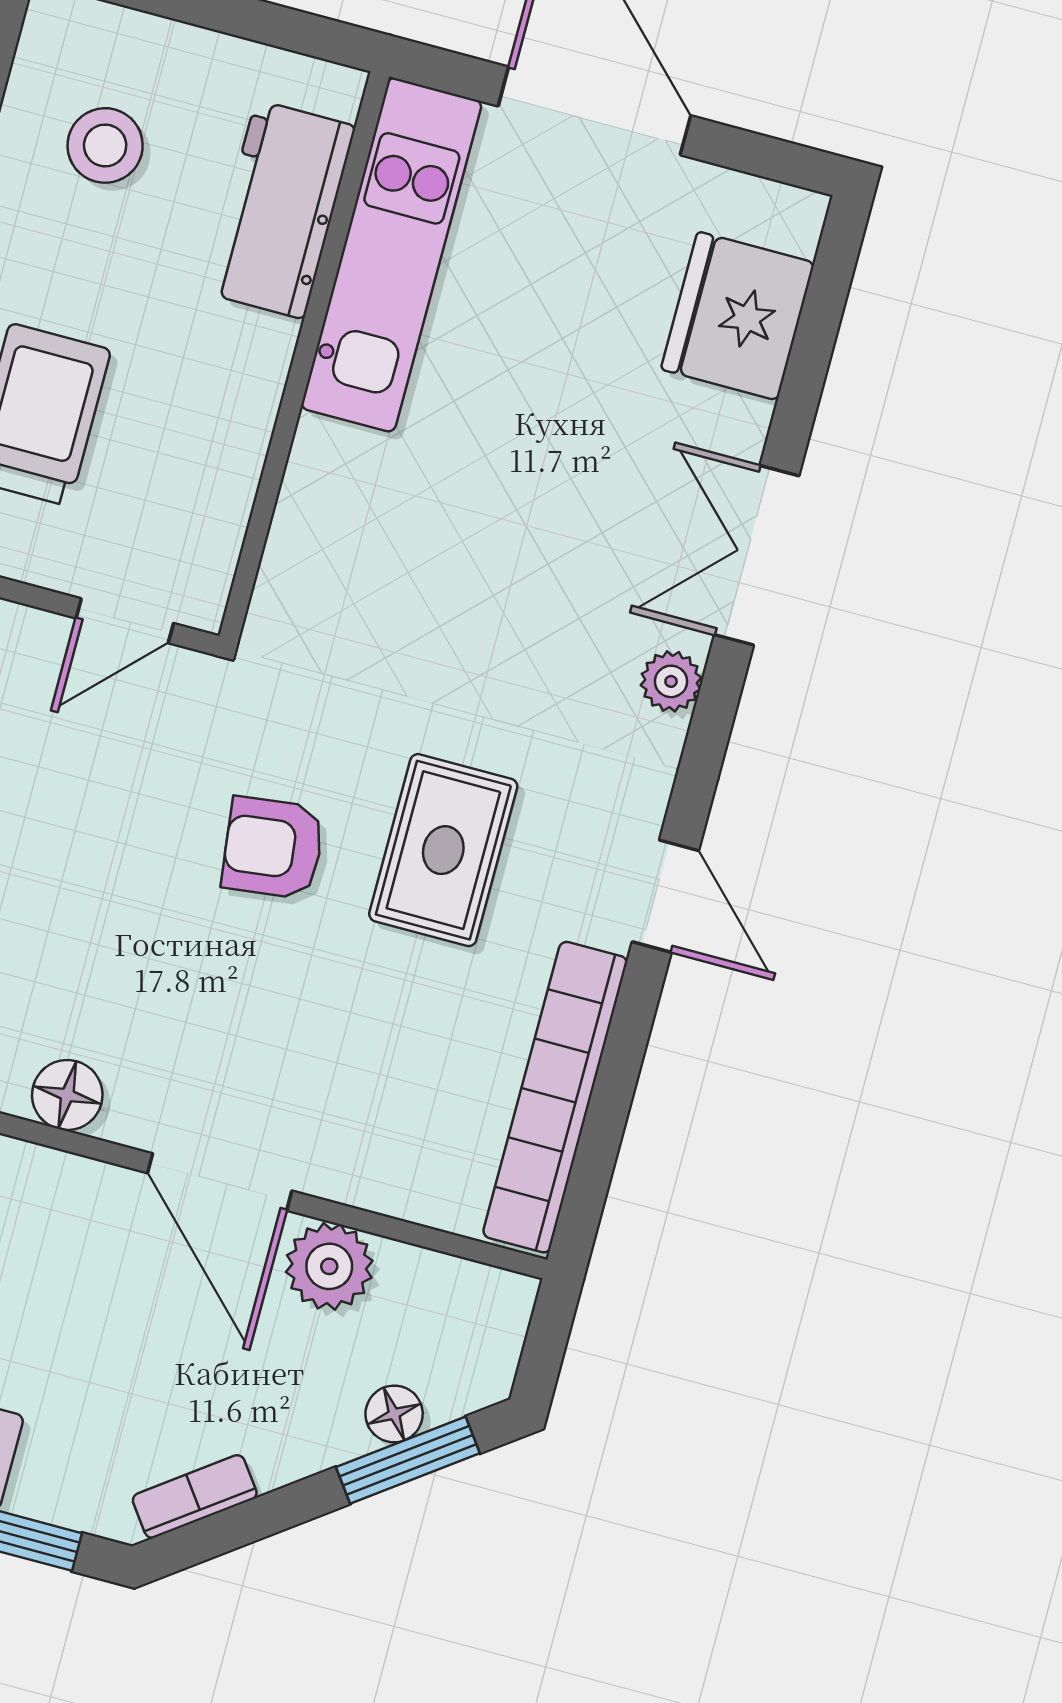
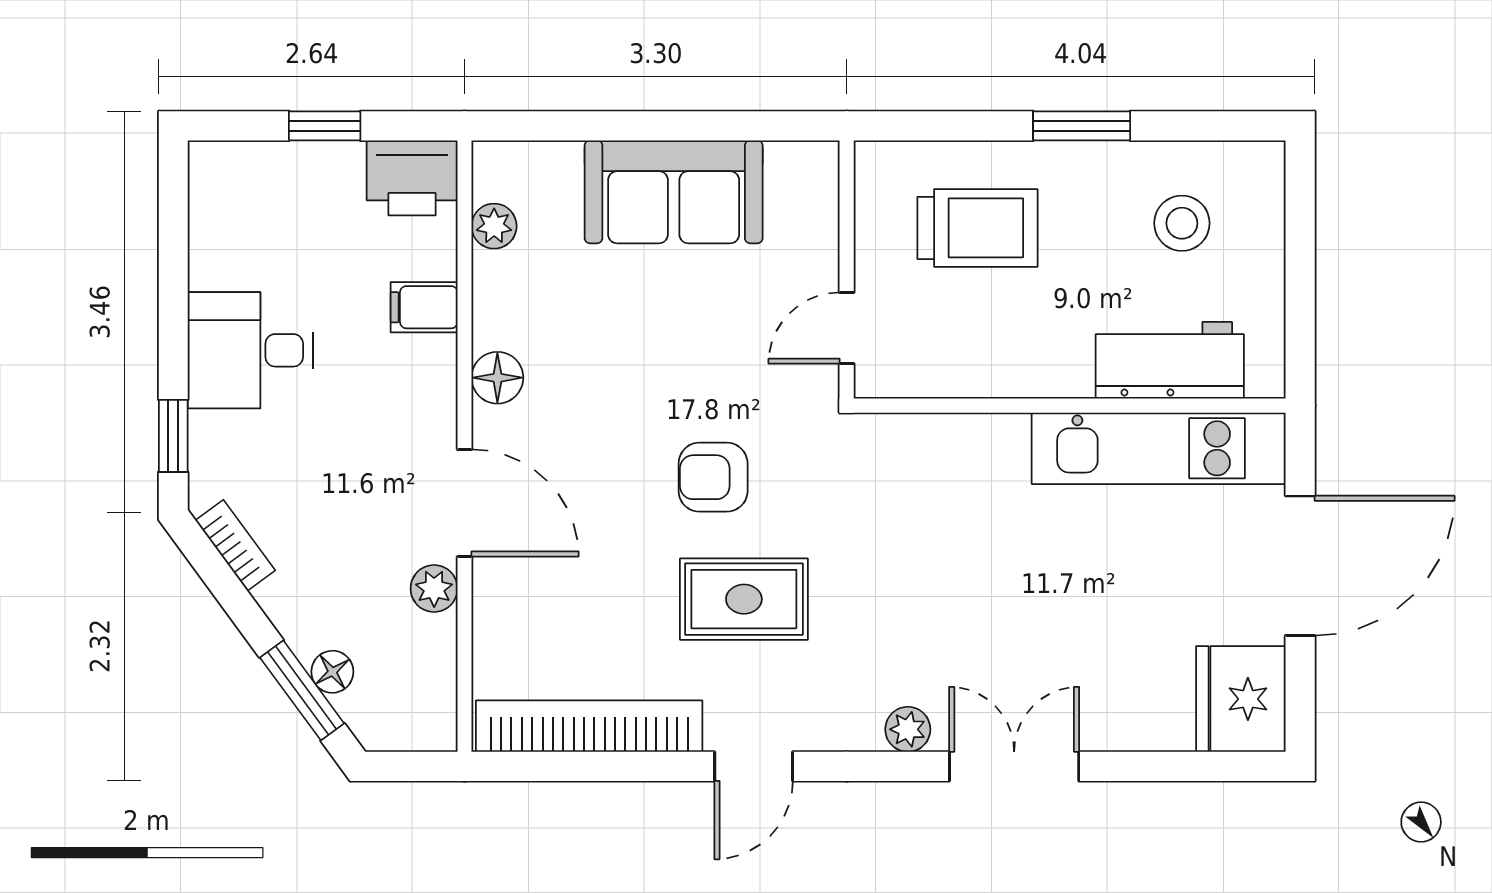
fridge: (738, 316) -> (1241, 699), moved, turned -90
door: (125, 621) -> (847, 328), hinge flipped
armchair: (273, 848) -> (713, 477), turned -83
door: (220, 1182) -> (465, 503), swing flipped
plant: (329, 1266) -> (434, 589), width x0.73, depth x0.73

